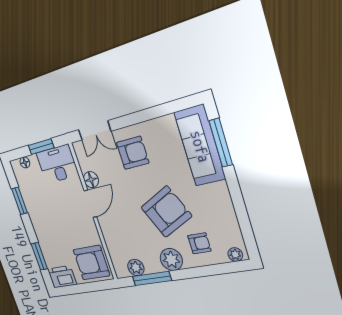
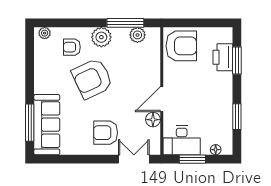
printer: (62, 277) -> (223, 57), moved, turned 90

